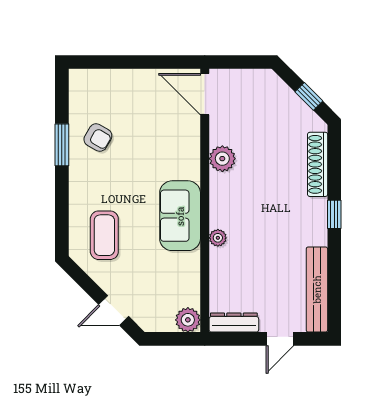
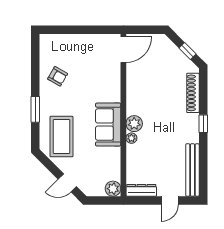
door: (205, 94) -> (123, 50), swing flipped
window: (62, 145) -> (35, 109), moved
plant: (222, 159) -> (134, 124), moved
coffee table: (104, 235) -> (62, 137), width x1.36, depth x1.32

